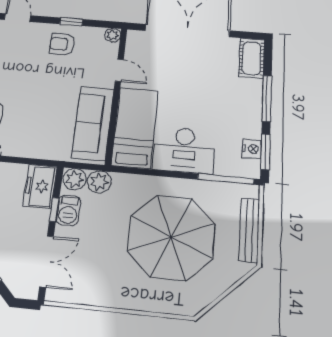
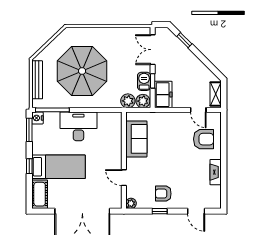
armchair: (62, 44) -> (163, 194), turned 180
window: (267, 98) -> (29, 166), width x0.46
sofa: (93, 123) -> (136, 139), width x0.73
bed: (135, 127) -> (58, 167), moved, turned -90
nightstand: (252, 149) -> (37, 118), moved

